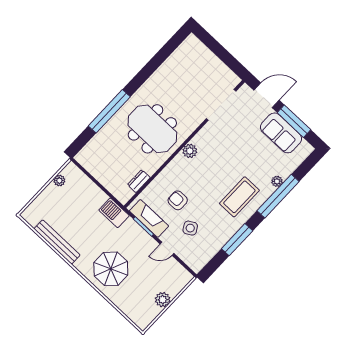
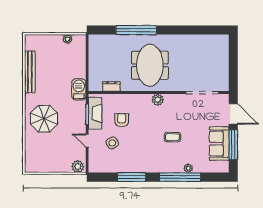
coffee table: (239, 197) -> (172, 137), moved, width x0.54, depth x0.58
plant: (163, 300) -> (78, 167), moved

